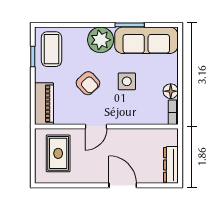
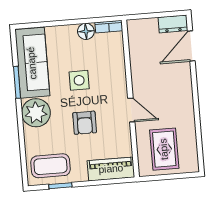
armchair: (88, 83) -> (85, 123), turned 133
rug: (58, 153) -> (164, 149), turned 90
dresser: (171, 165) -> (173, 24), width x0.70
door: (123, 185) -> (191, 46), moved

